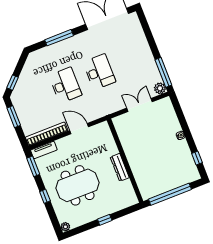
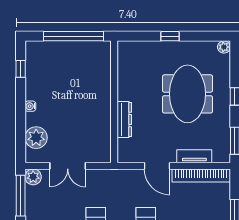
plant: (168, 116) -> (36, 138), added
tv unit: (44, 150) -> (194, 156), moved
dresser: (120, 167) -> (124, 119), moved
meeting table: (78, 185) -> (188, 94), turned 90

